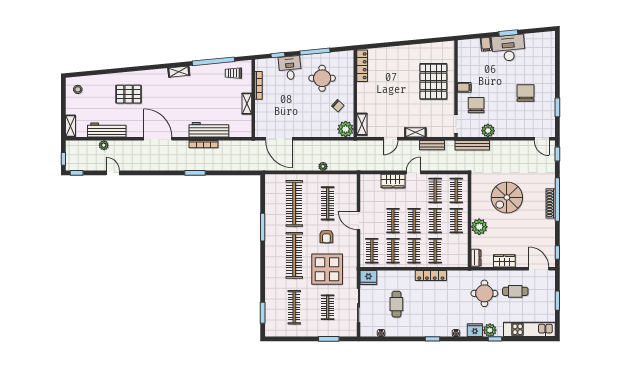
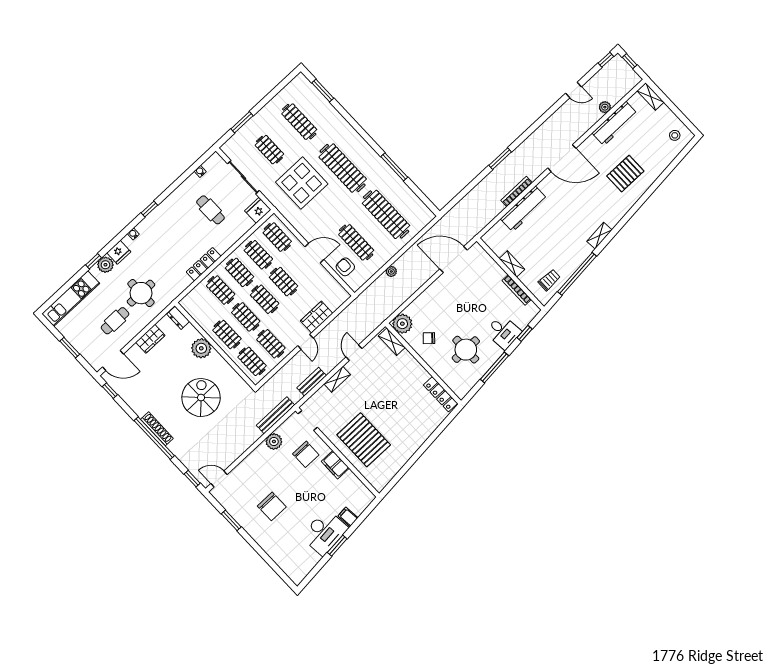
filing cabinet: (464, 87) -> (335, 465), width x2.00
armchair: (326, 236) -> (345, 267), moved

